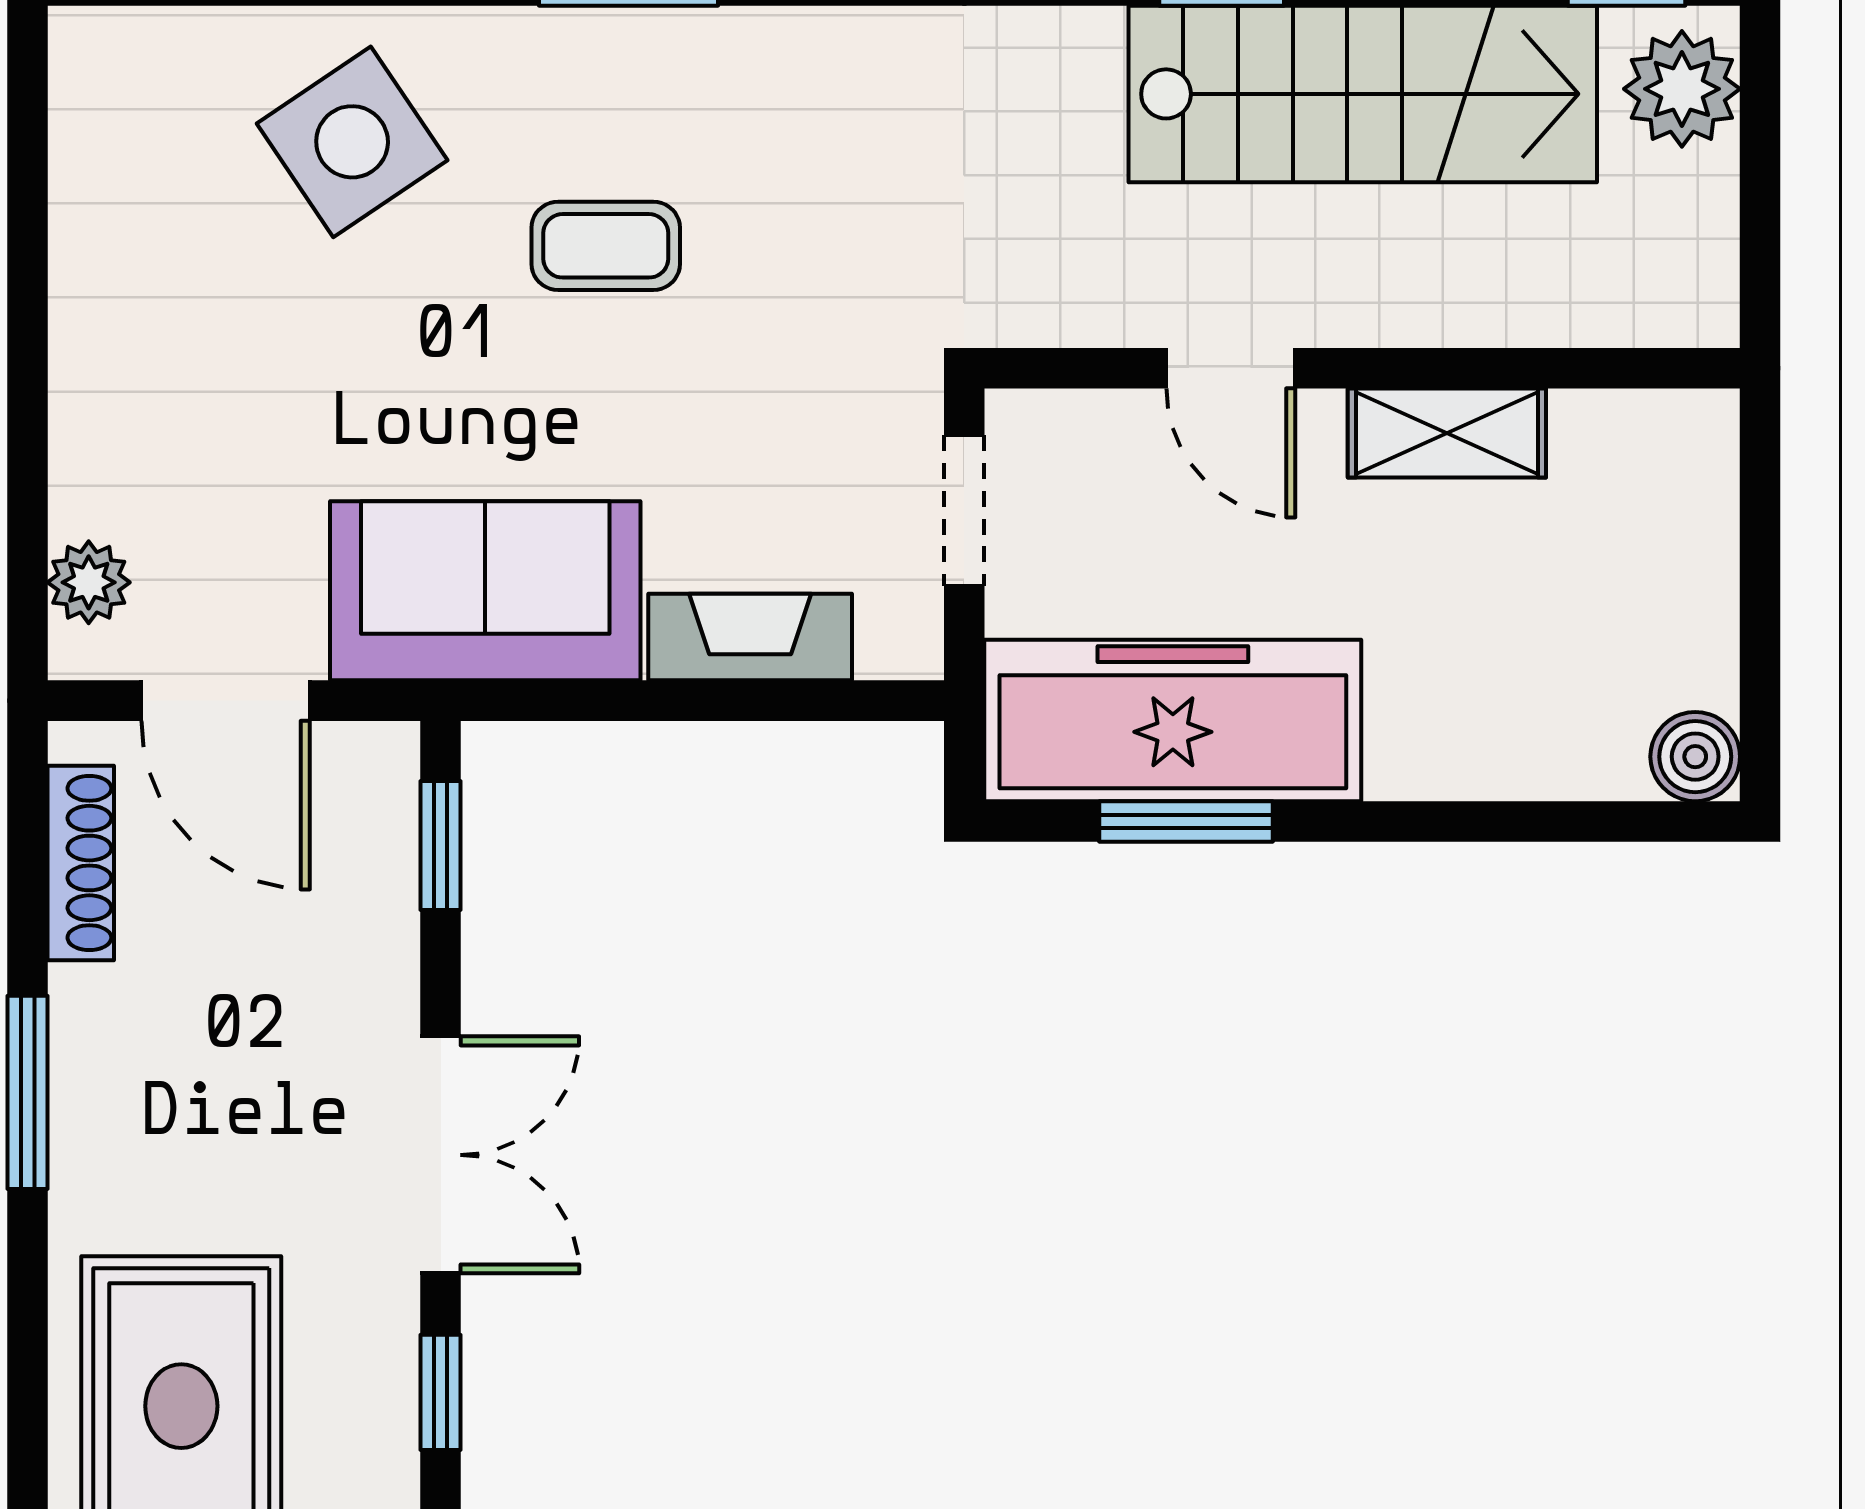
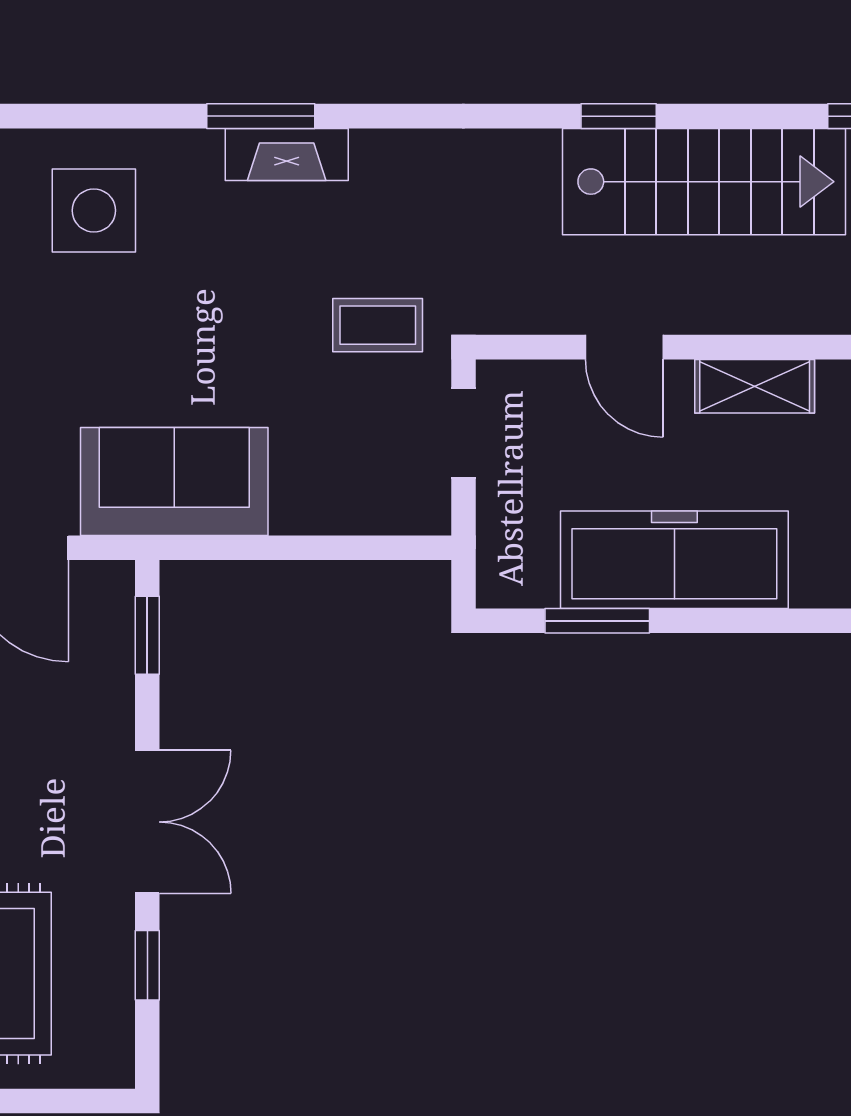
side table: (352, 142) -> (94, 210), turned 34
coffee table: (606, 246) -> (378, 325), moved
fireplace: (750, 637) -> (287, 154), moved, turned 180
freezer: (1173, 720) -> (674, 560), moved

